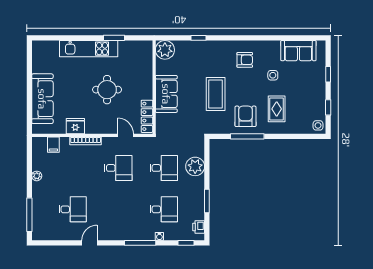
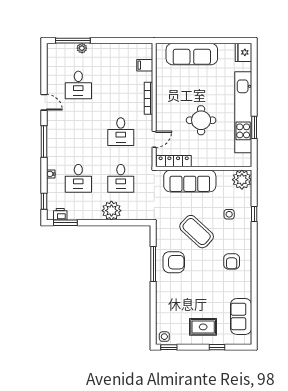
kitchen unit: (89, 49) -> (243, 112), width x1.36
side table: (273, 75) -> (229, 214), moved
sofa: (166, 94) -> (190, 181), width x1.36
coffee table: (216, 94) -> (197, 232), turned 43
window: (328, 107) -> (169, 347), moved
rug: (277, 109) -> (203, 327), moved
fridge: (75, 126) -> (244, 52), moved, turned 180
plant: (195, 166) -> (111, 211), moved
plant: (37, 176) -> (82, 48), moved
window: (207, 201) -> (65, 223), moved
window: (140, 243) -> (44, 141), moved

